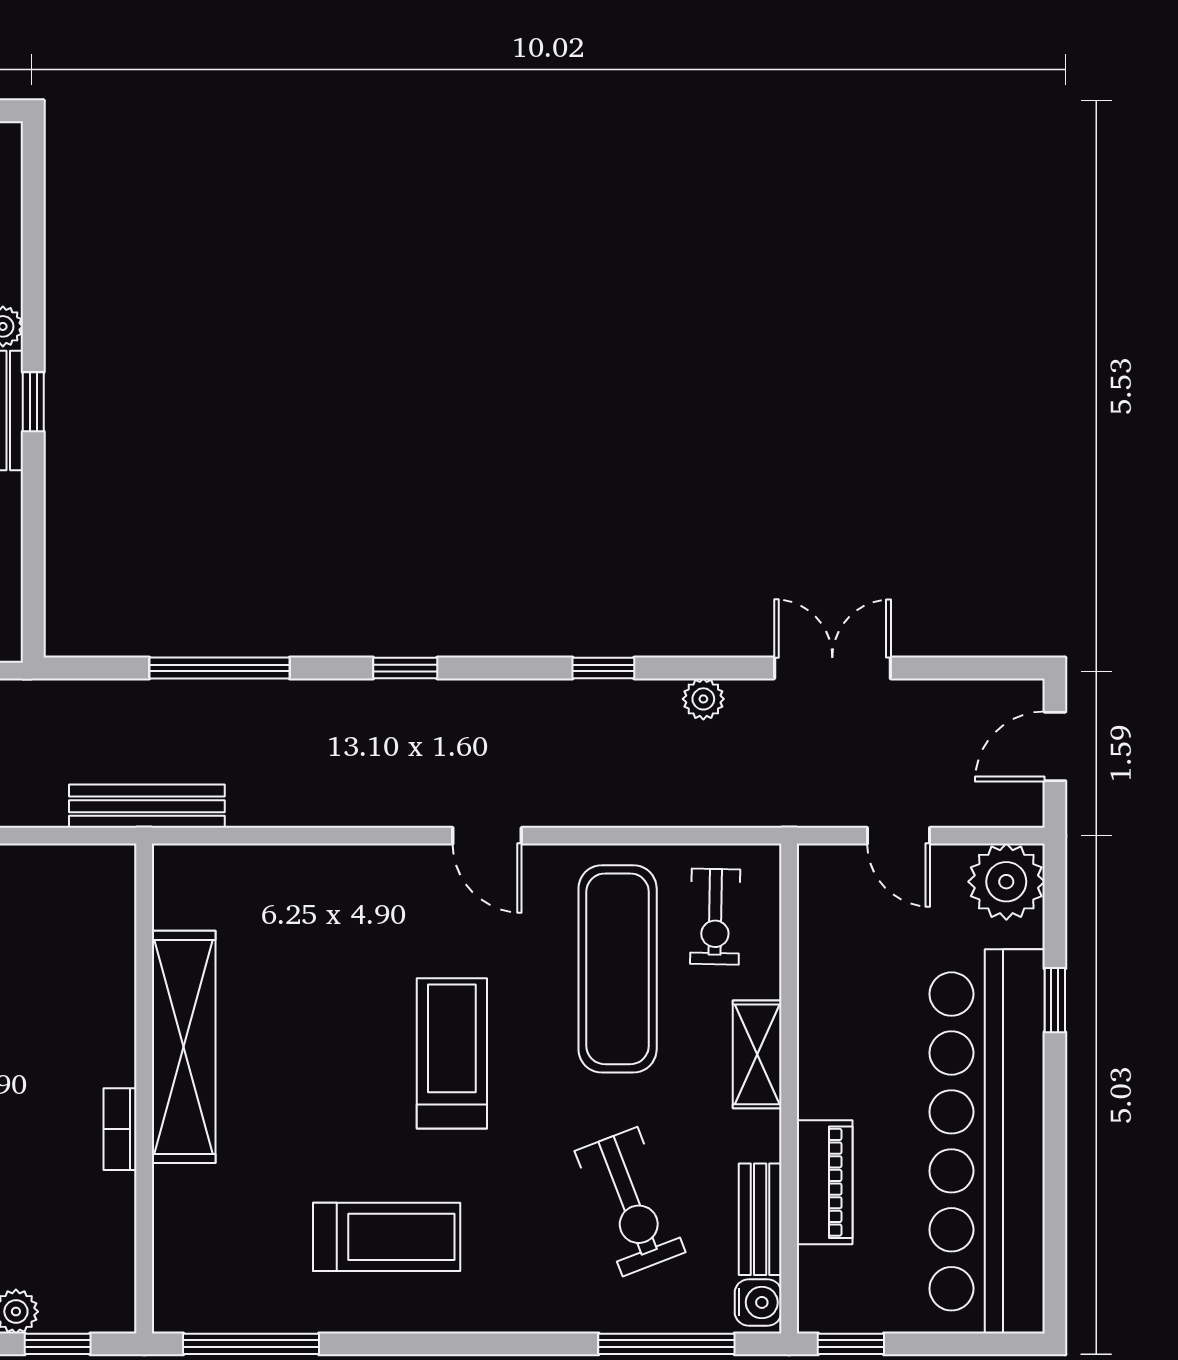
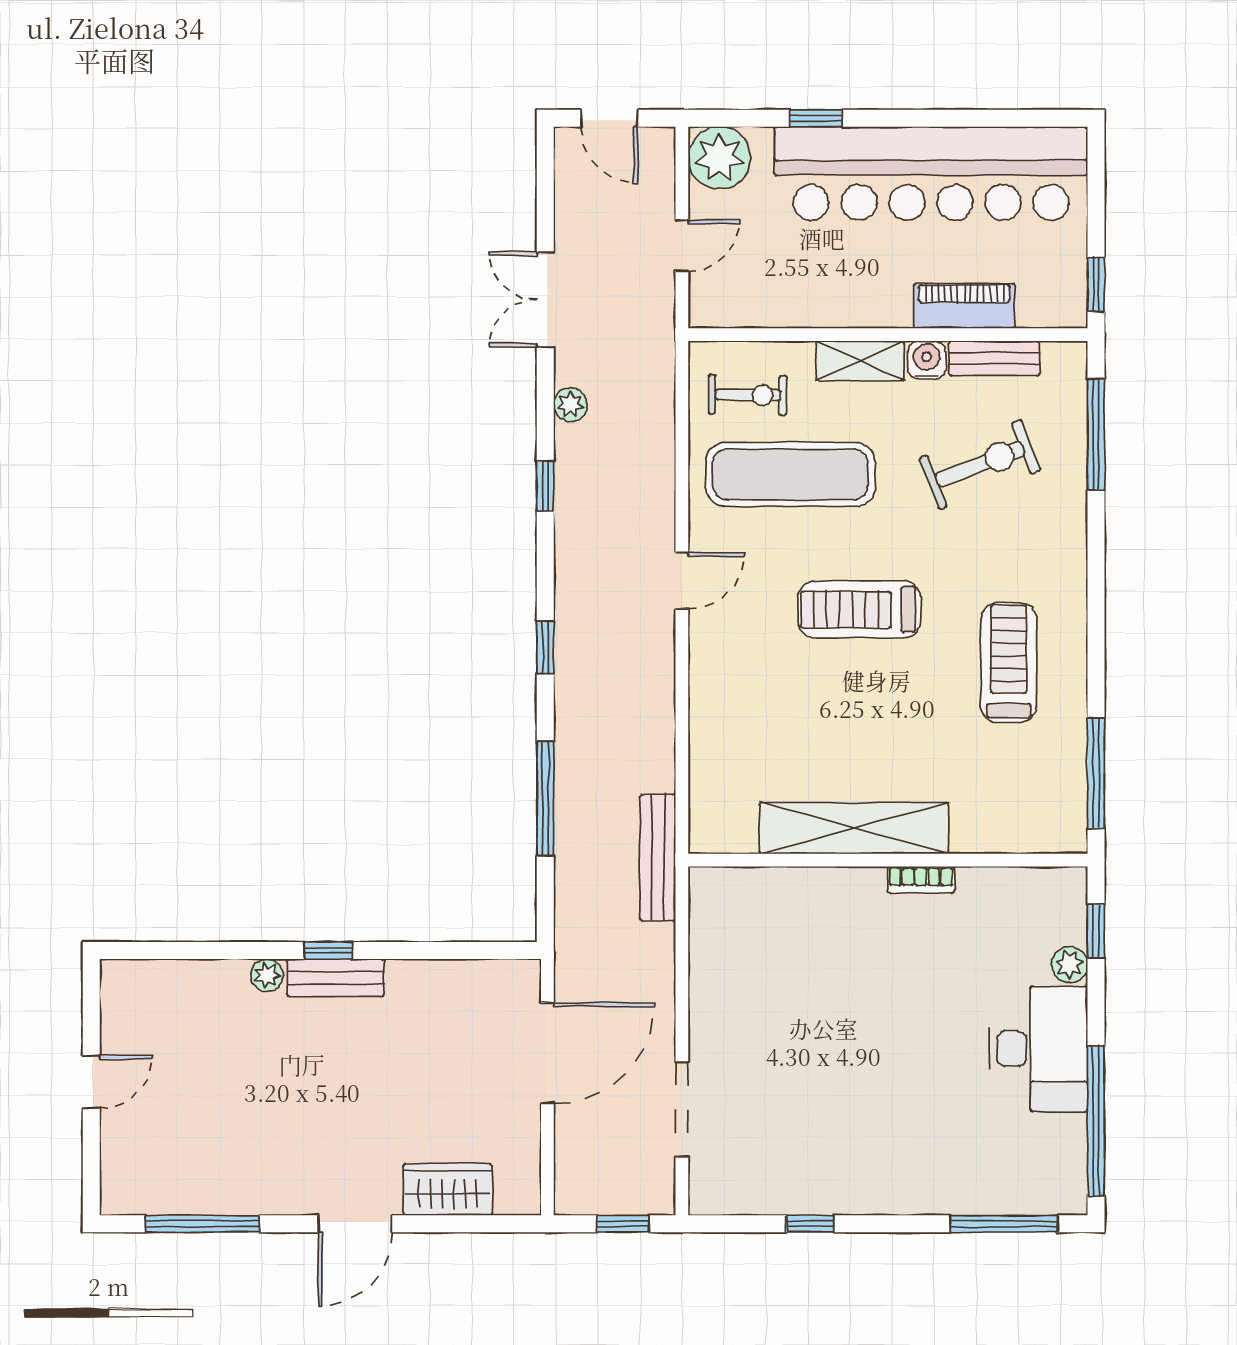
water cooler: (758, 1302) -> (927, 360), moved

